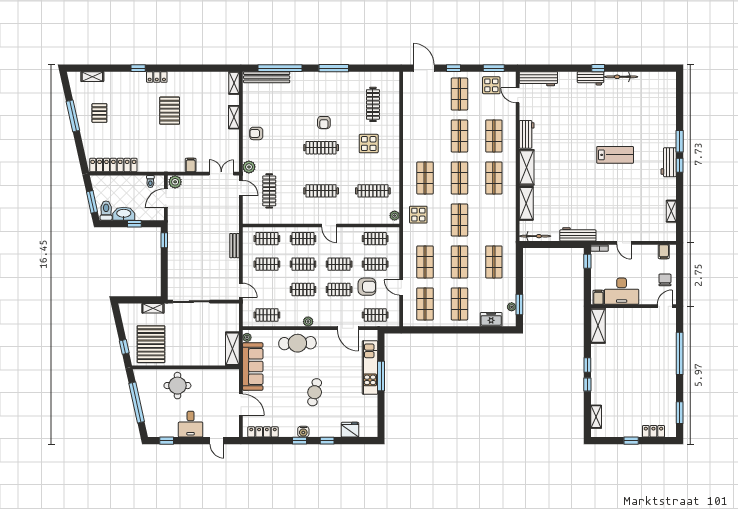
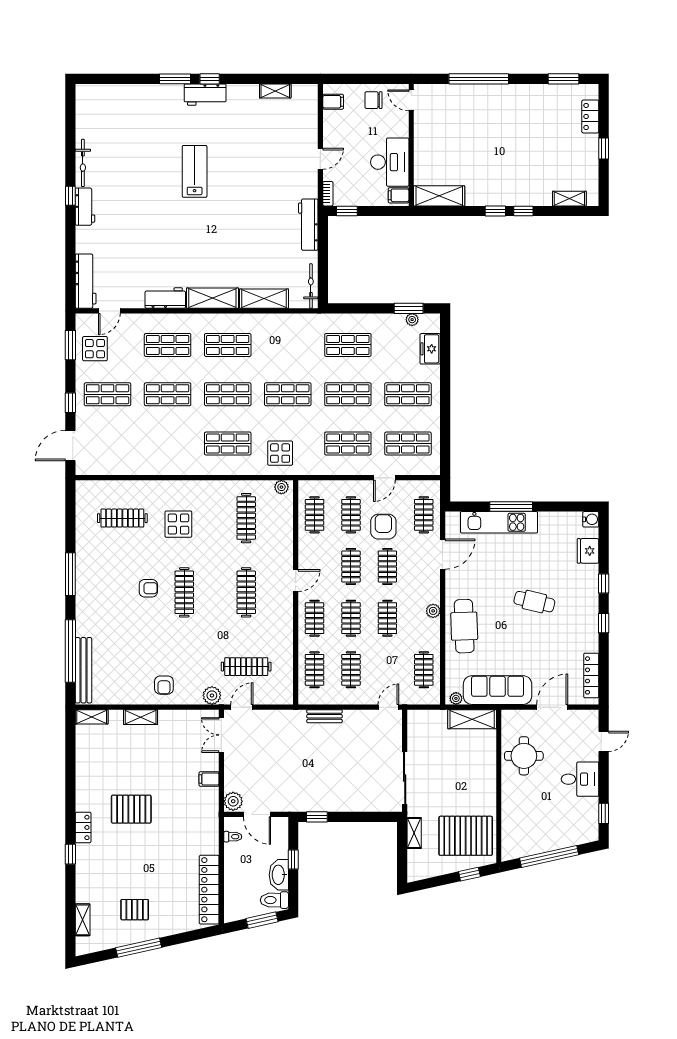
round table: (177, 386) -> (524, 756), moved
water cooler: (303, 432) -> (591, 519), moved

